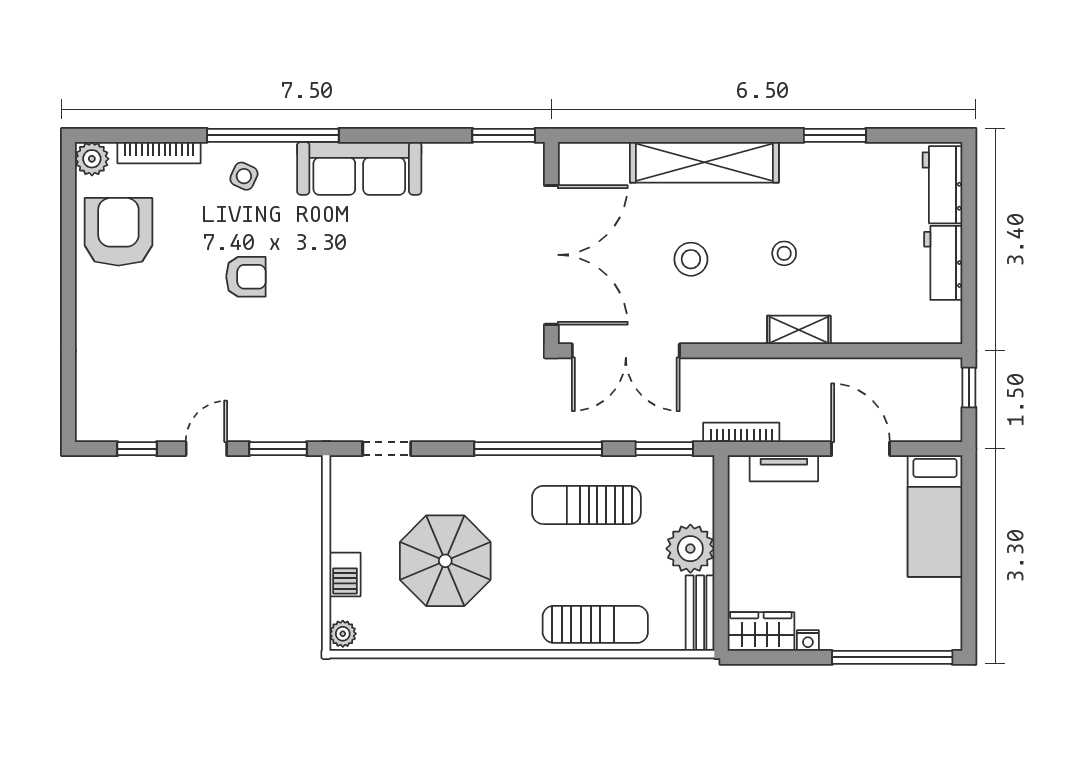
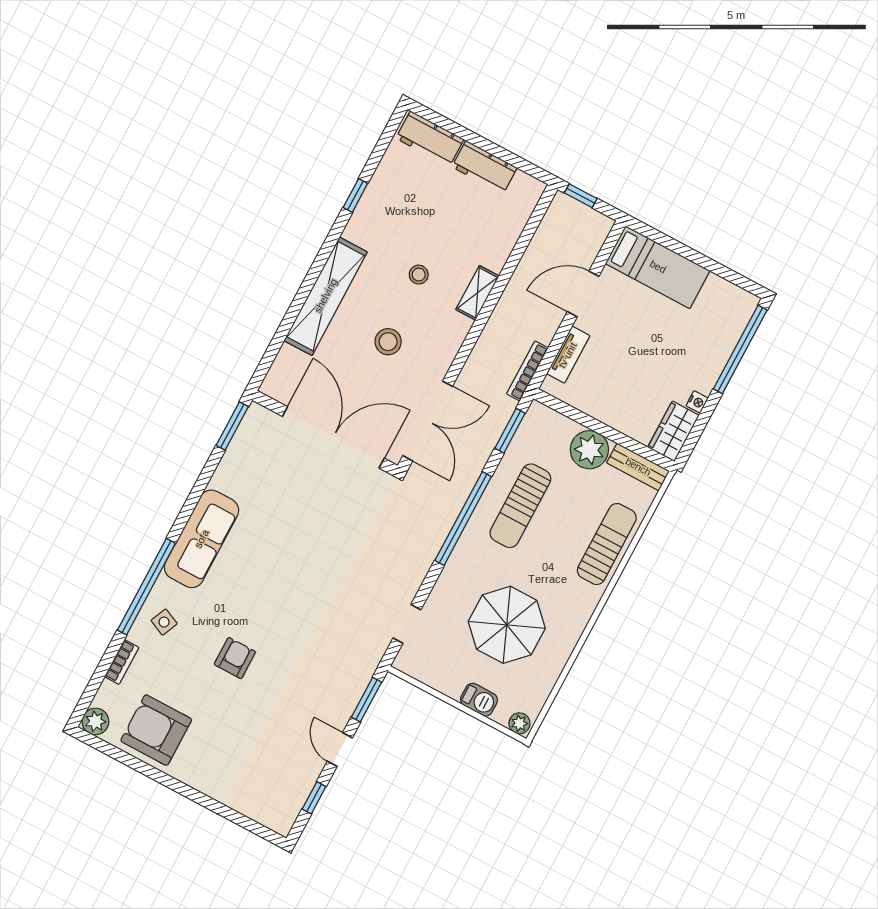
window: (835, 135) -> (355, 195), width x0.67
bookcase: (159, 153) -> (122, 662), width x0.64

